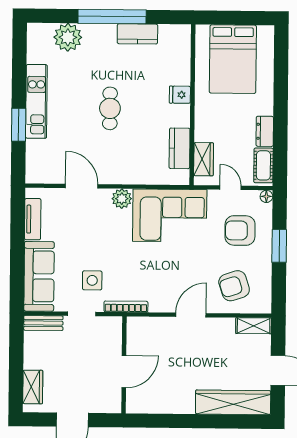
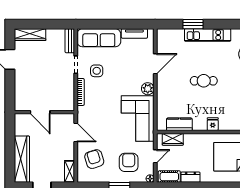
wall: (124, 365) -> (44, 112), moved
door: (124, 372) -> (40, 112), moved
wardrobe: (33, 387) -> (30, 35), width x1.50

